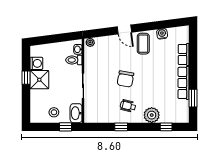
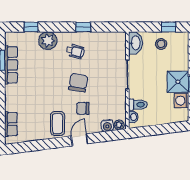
door: (124, 30) -> (79, 140), hinge flipped
water cooler: (162, 34) -> (107, 126), moved
row of seats: (184, 54) -> (11, 124), moved
chair: (121, 57) -> (83, 108), added
row of seats: (183, 83) -> (11, 65), moved
window: (65, 127) -> (169, 27), moved

